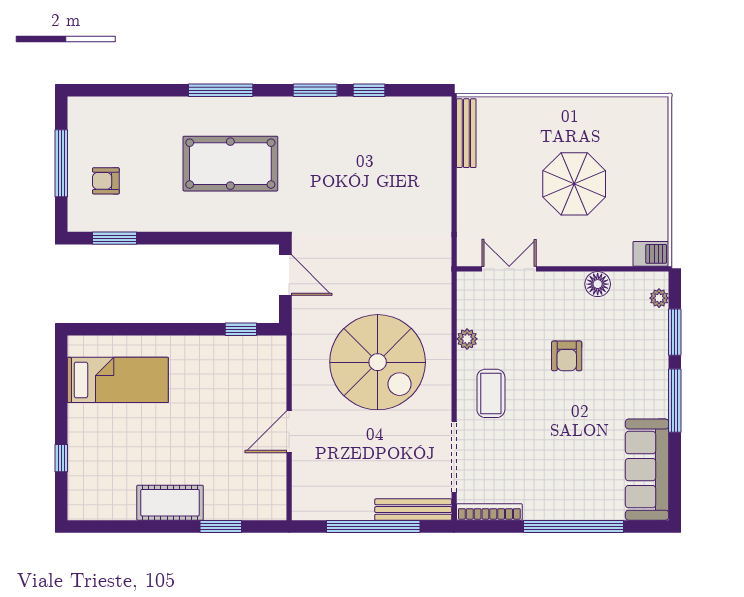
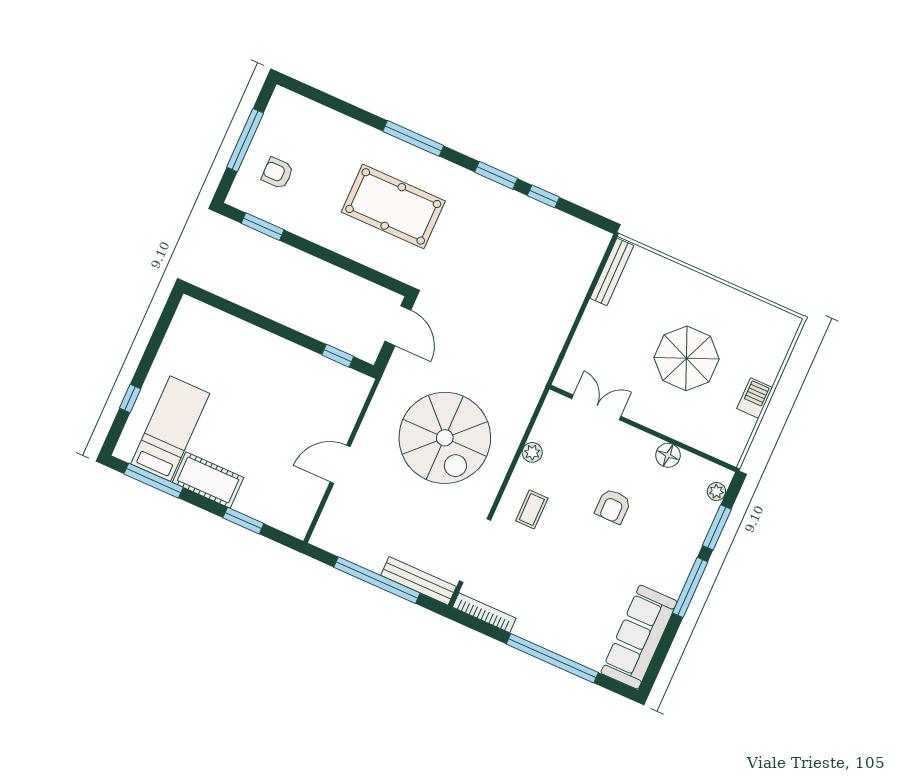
barbecue: (651, 254) -> (755, 398), moved, turned -90
bed: (118, 380) -> (170, 429), moved, turned -90
coffee table: (491, 393) -> (532, 509), width x0.73, depth x0.77
window: (118, 526) -> (153, 481), added

